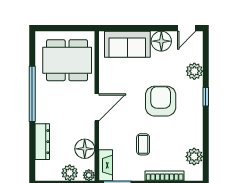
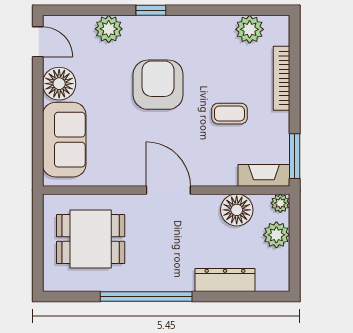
dining table: (67, 60) -> (91, 239), width x0.73
armchair: (161, 101) -> (158, 85), turned 90

